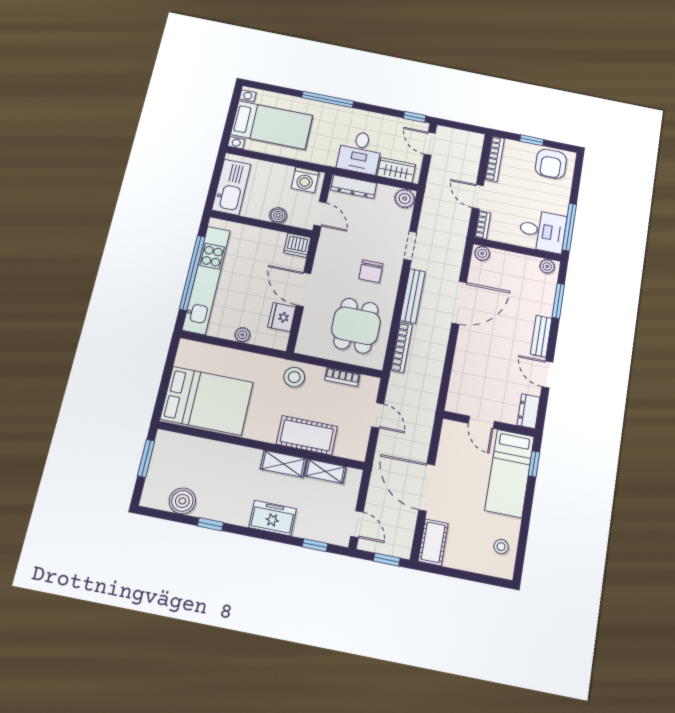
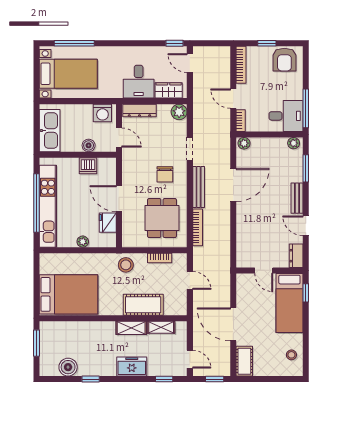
window: (328, 99) -> (74, 43), moved
dishwasher: (297, 245) -> (88, 166), moved

